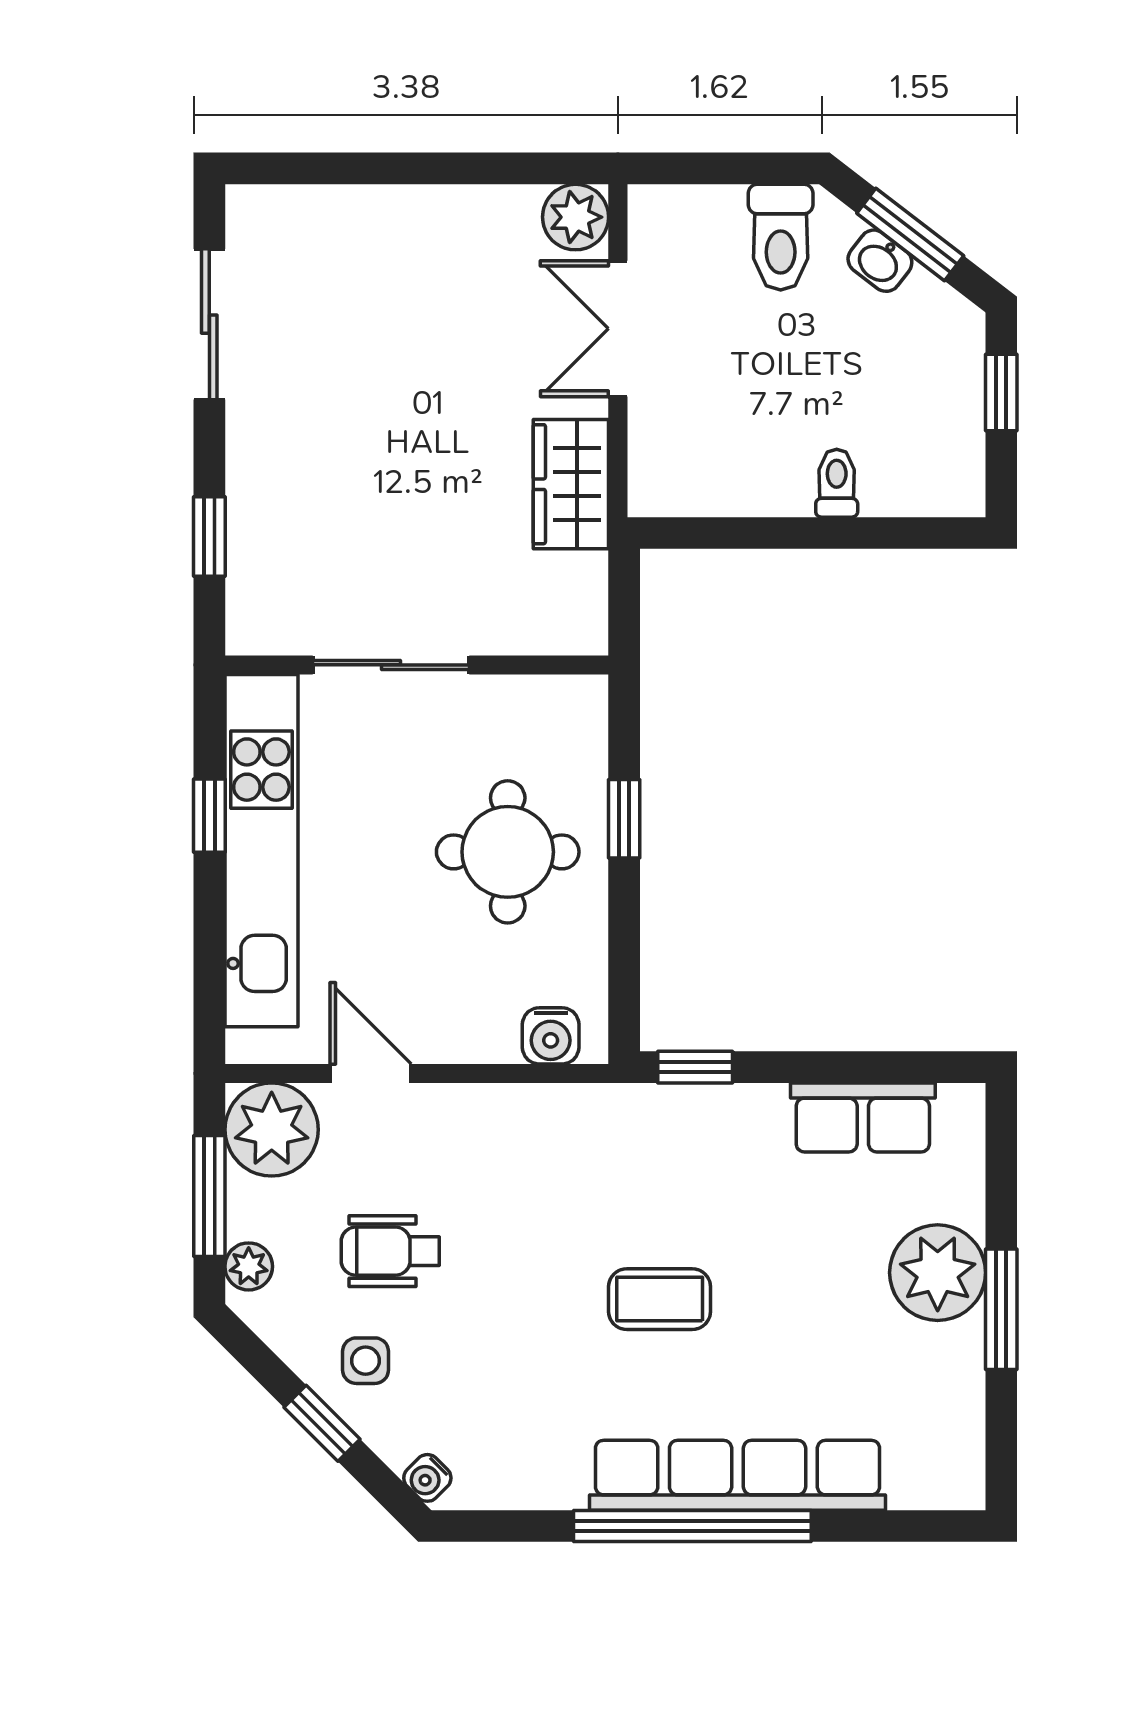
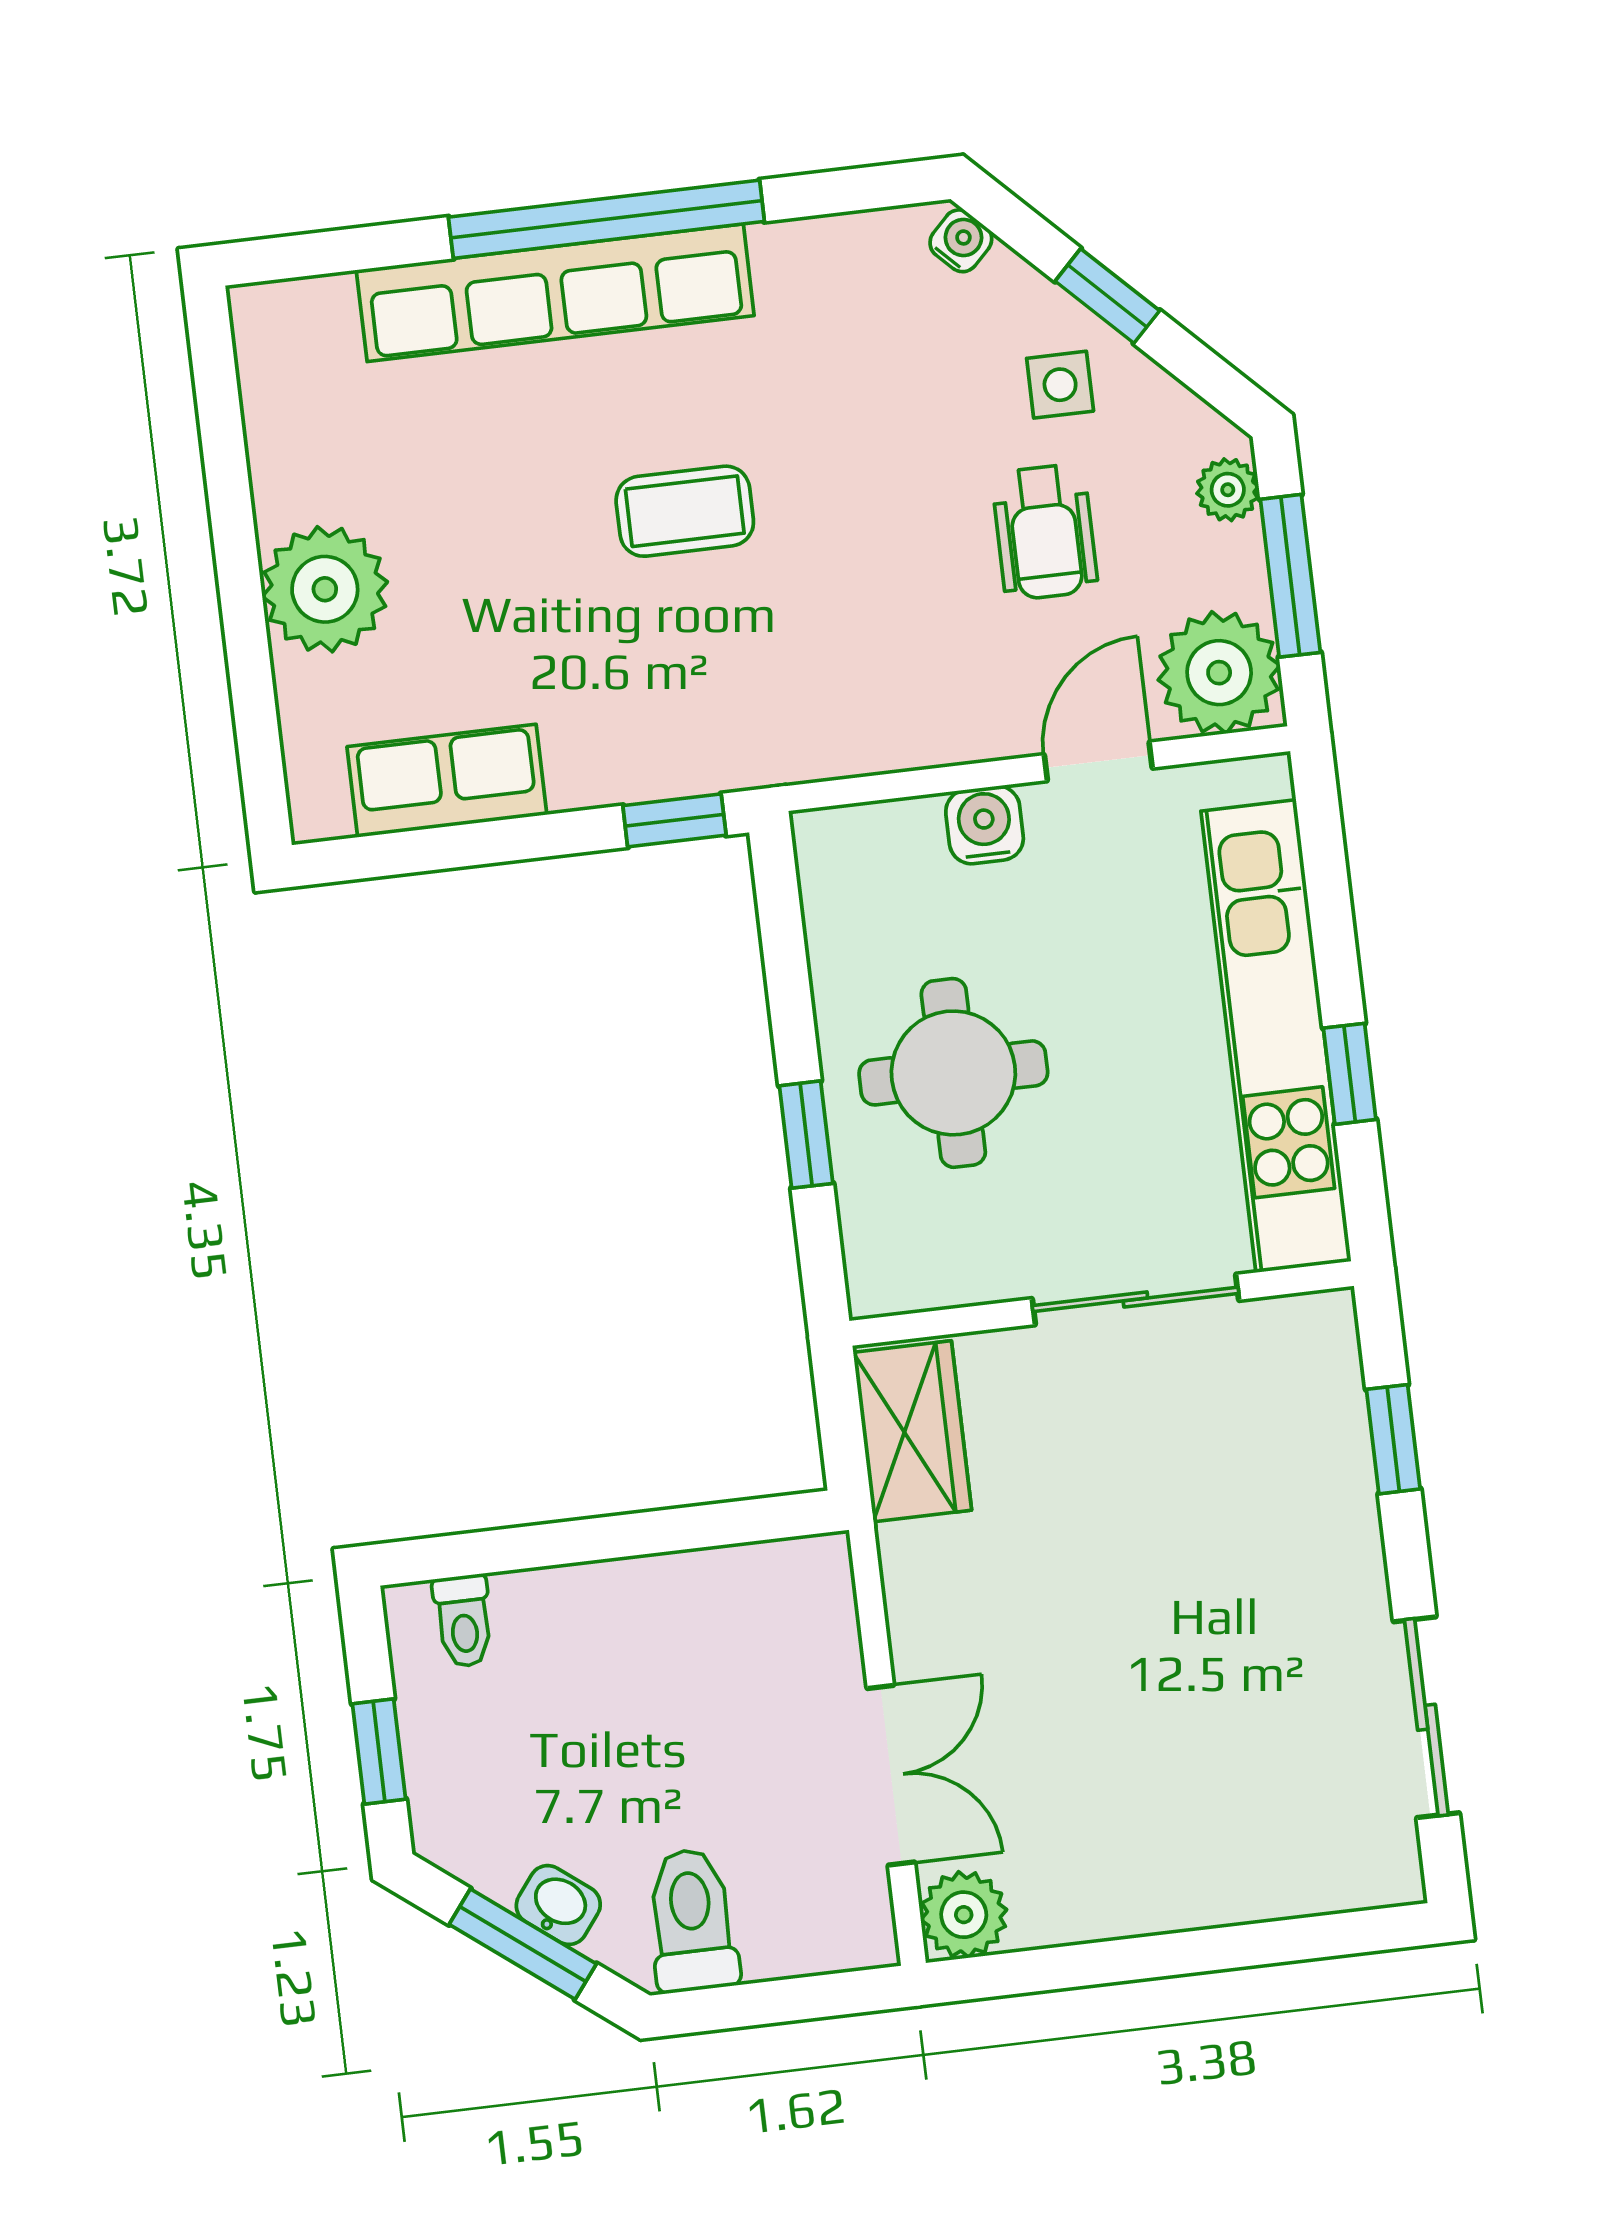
toilet: (837, 483) -> (463, 1621), moved
wardrobe: (571, 484) -> (912, 1431), moved
water cooler: (551, 1036) -> (985, 825), moved
door: (371, 1073) -> (1098, 761), swing flipped
wheelchair: (390, 1251) -> (1045, 532), turned 90
window: (1001, 1309) -> (236, 551), removed

